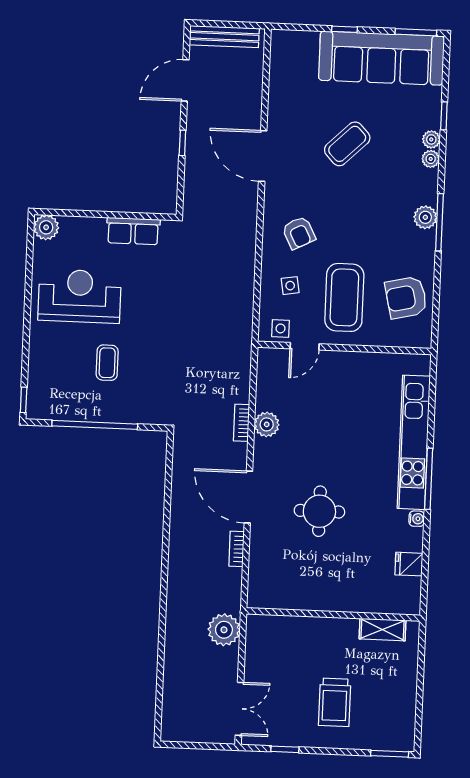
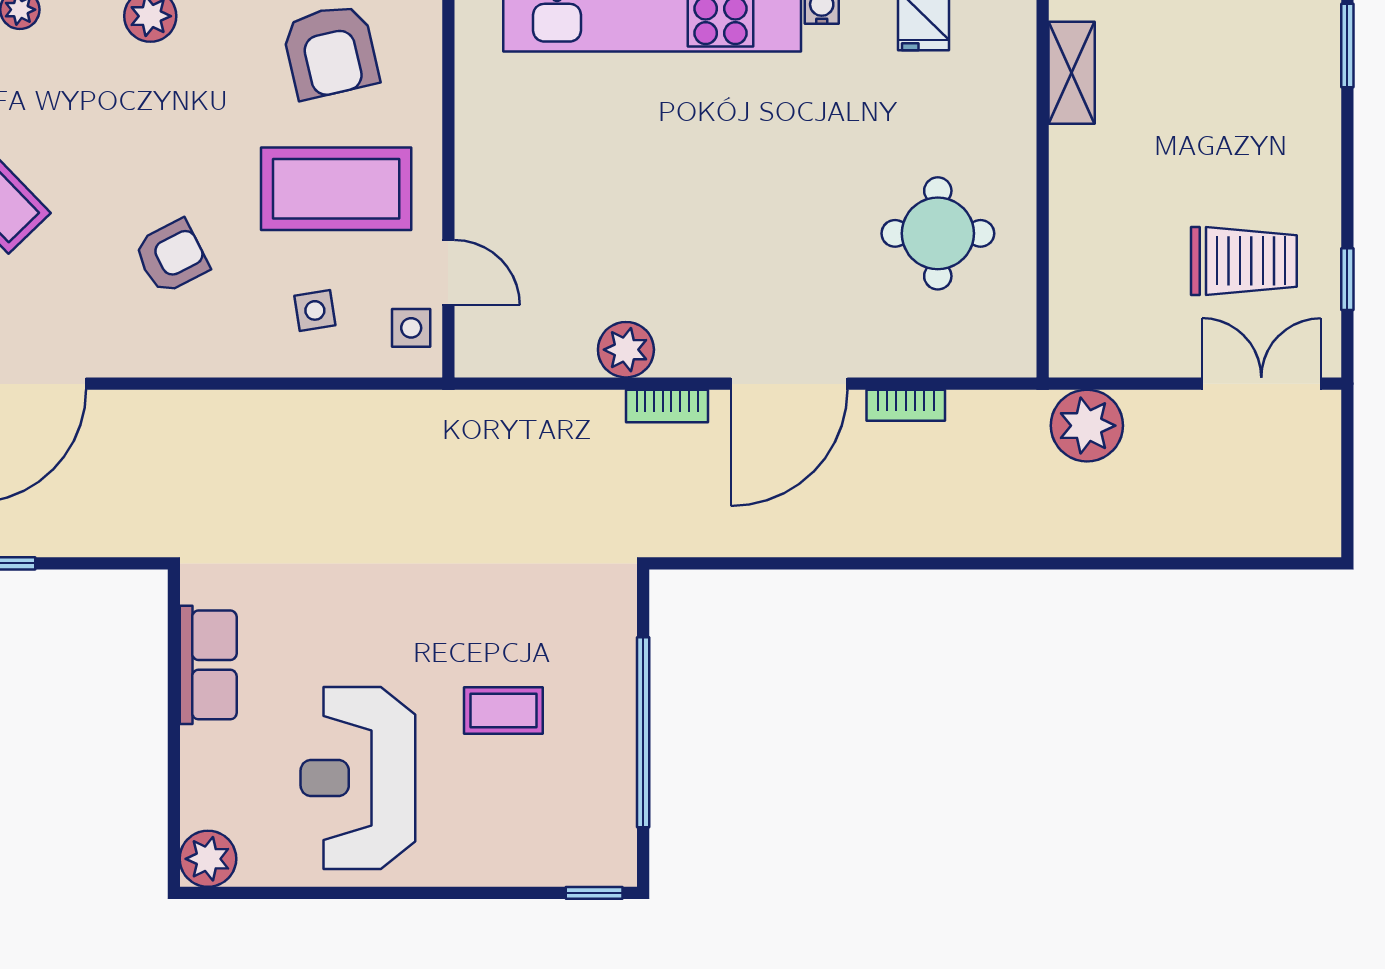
armchair: (299, 233) -> (172, 257), moved
bookcase: (241, 423) -> (667, 406), moved
round table: (319, 511) -> (938, 233), moved
trolley: (335, 702) -> (1244, 261), moved

